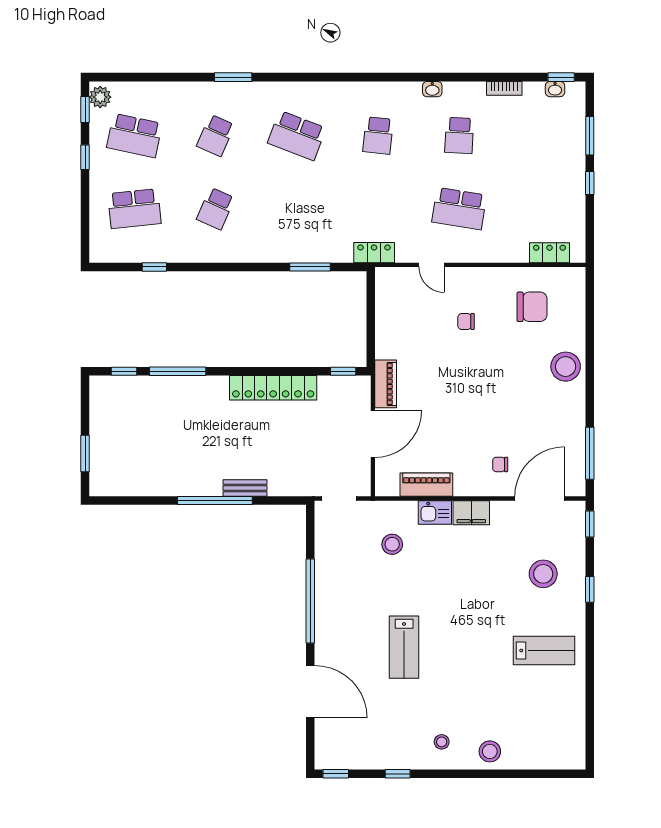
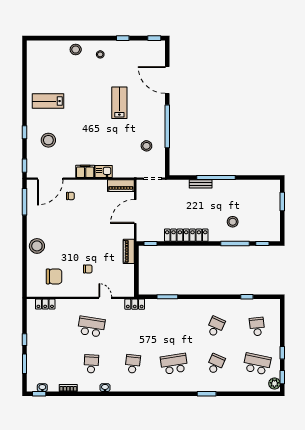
school desk: (297, 135) -> (174, 364), turned -30
school desk: (134, 209) -> (257, 327), width x0.54
chair: (532, 307) -> (54, 276), turned 180
piano: (386, 384) -> (129, 251), moved
stool: (182, 414) -> (233, 222), added
piano: (426, 485) -> (121, 186), moved
stool: (392, 544) -> (146, 146), moved

